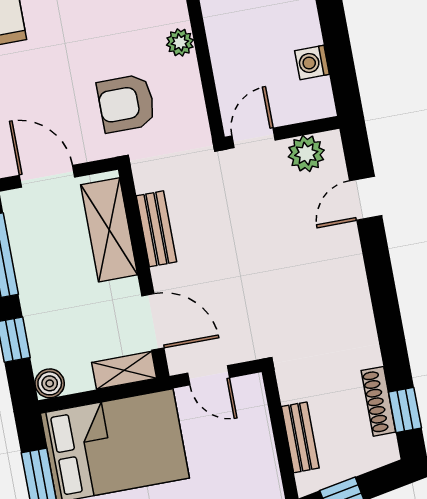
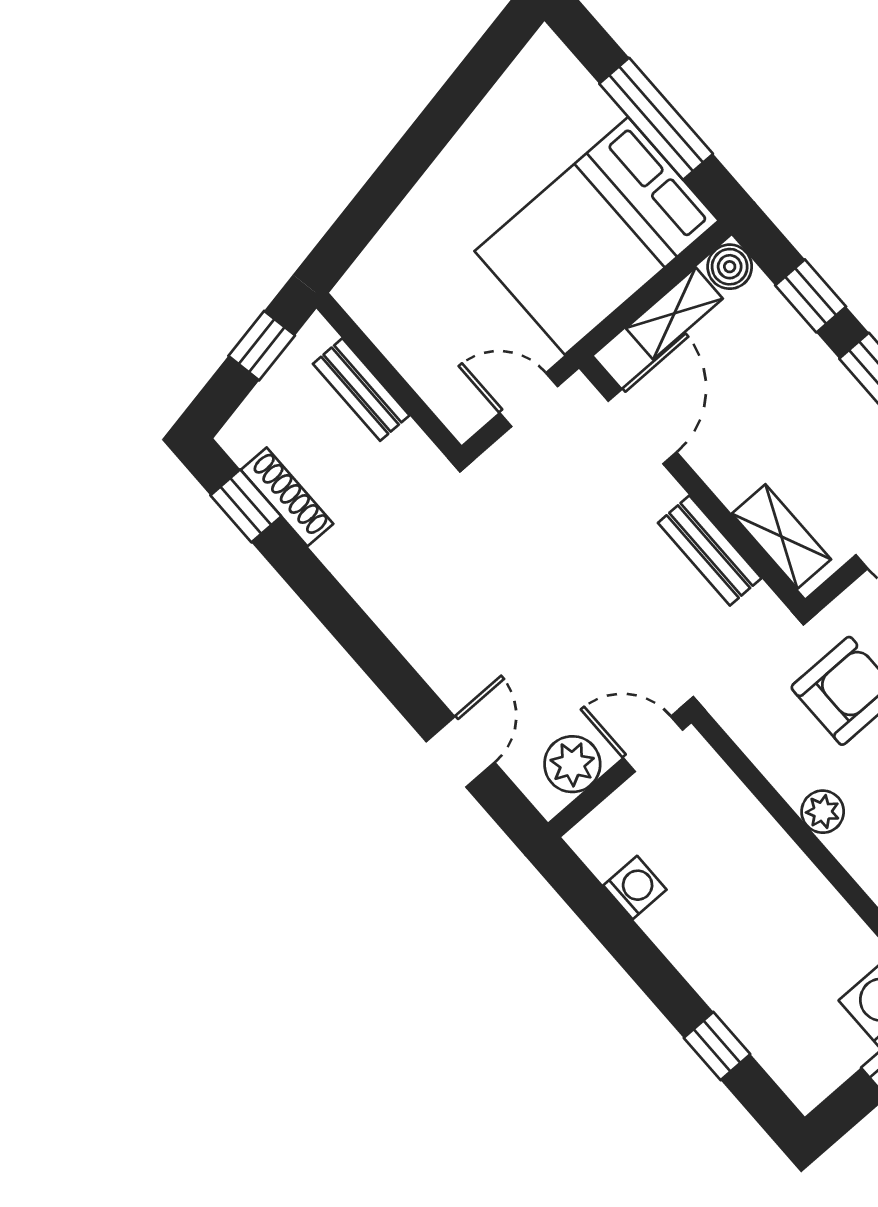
door: (254, 138) -> (653, 744), swing flipped
shelving: (109, 230) -> (781, 537), width x0.67, depth x0.75
door: (153, 322) -> (642, 427), swing flipped
shelving: (124, 370) -> (674, 313), moved

